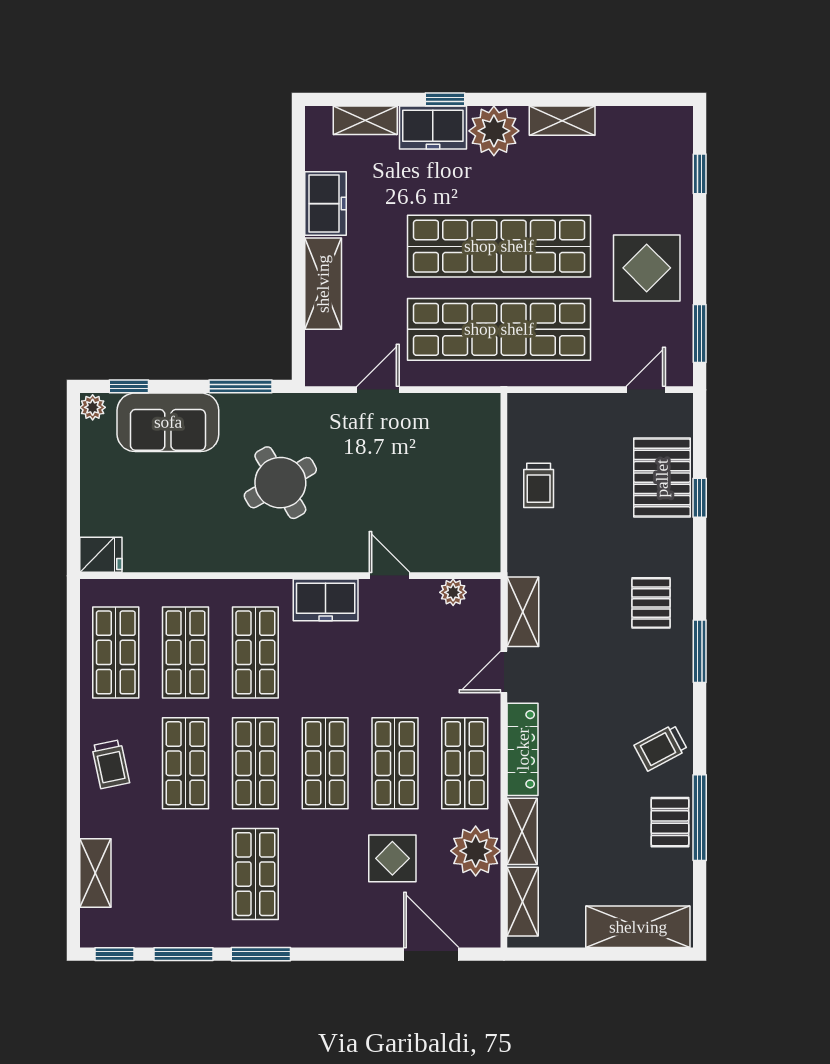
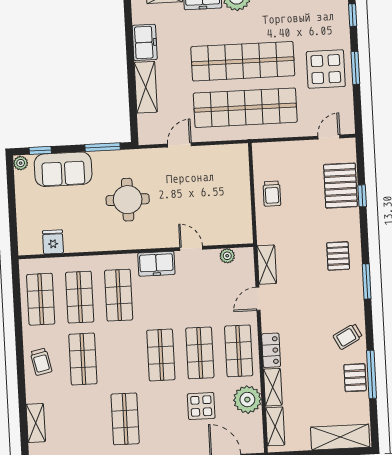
window: (700, 334) -> (355, 68), moved
round table: (280, 483) -> (128, 200), turned 30
fridge: (101, 555) -> (53, 242), moved, turned -90
locker: (523, 749) -> (271, 350), width x0.66
shop shelf: (255, 763) -> (122, 357), removed

